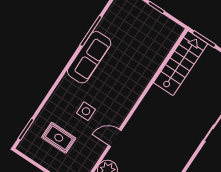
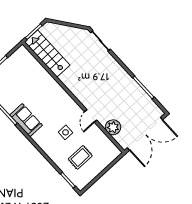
sofa: (89, 57) -> (26, 120), width x0.73

